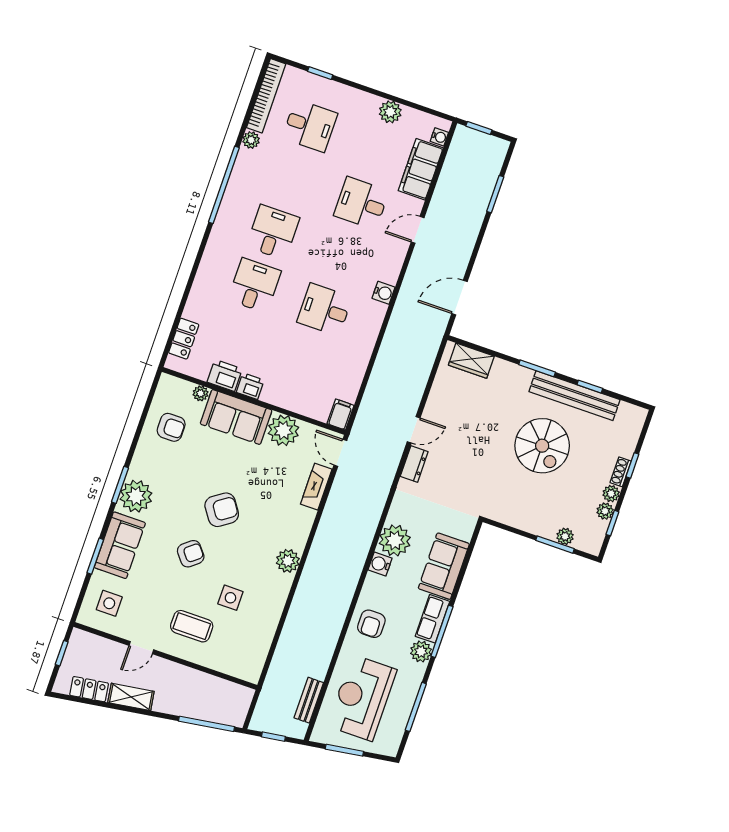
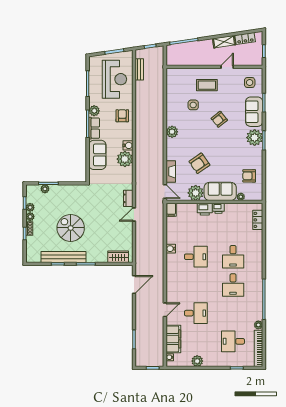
water cooler: (384, 293) -> (171, 249), moved
printer: (225, 376) -> (205, 209), moved
armchair: (222, 510) -> (199, 163), moved

